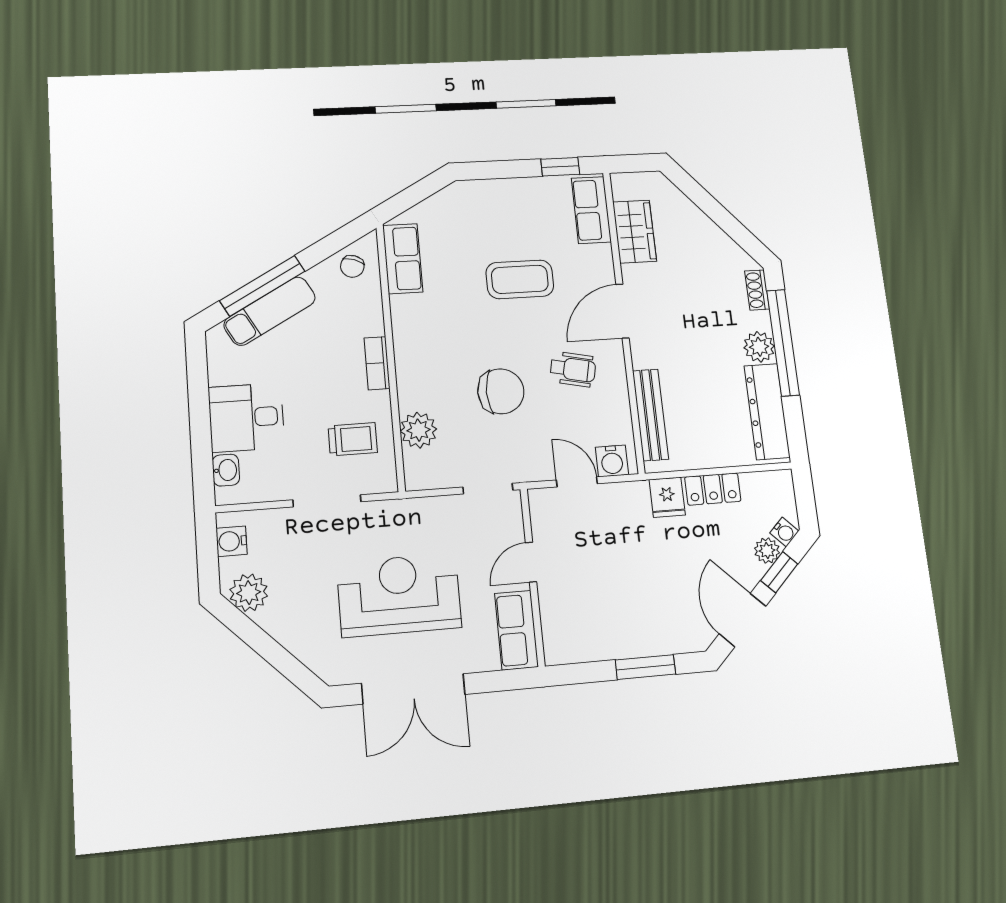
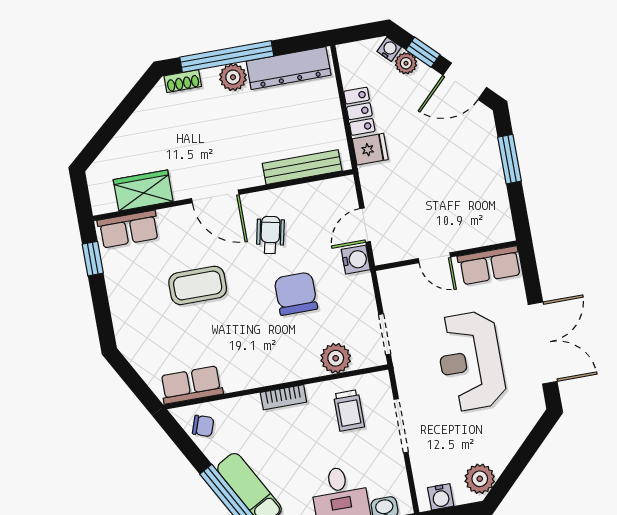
coffee table: (520, 279) -> (198, 285), turned 90
trolley: (353, 439) -> (349, 410), turned 180
water cooler: (612, 461) -> (356, 260), moved
doorway: (488, 489) -> (385, 334), moved

